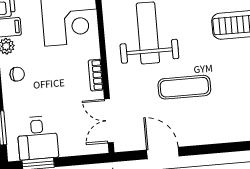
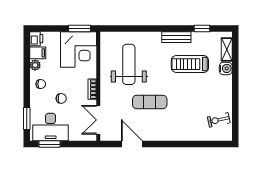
chair: (50, 93) -> (61, 98), added
desk: (38, 138) -> (51, 127), width x1.37

